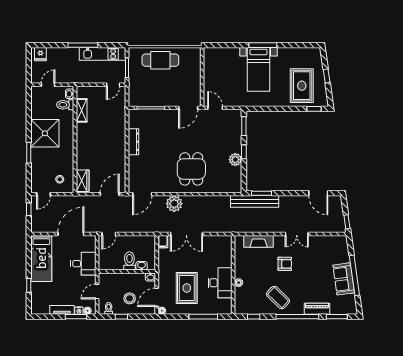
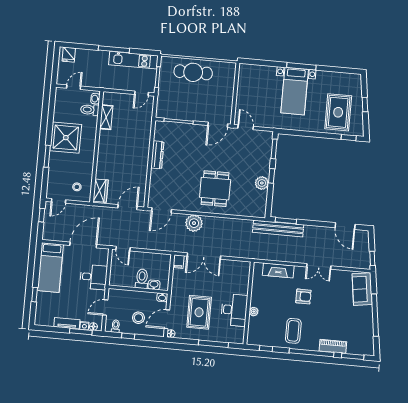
door: (109, 234) -> (123, 249), hinge flipped
sofa: (344, 279) -> (362, 289), moved
coffee table: (278, 298) -> (293, 331), turned 46

